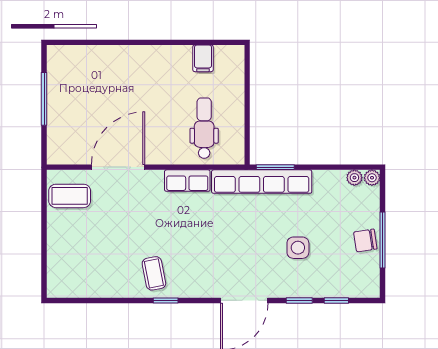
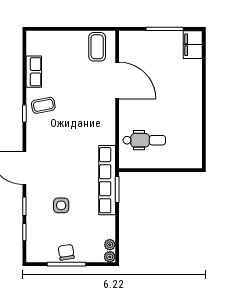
filing cabinet: (203, 58) -> (193, 45), moved, width x2.00
row of seats: (187, 181) -> (34, 72), moved, turned 180

